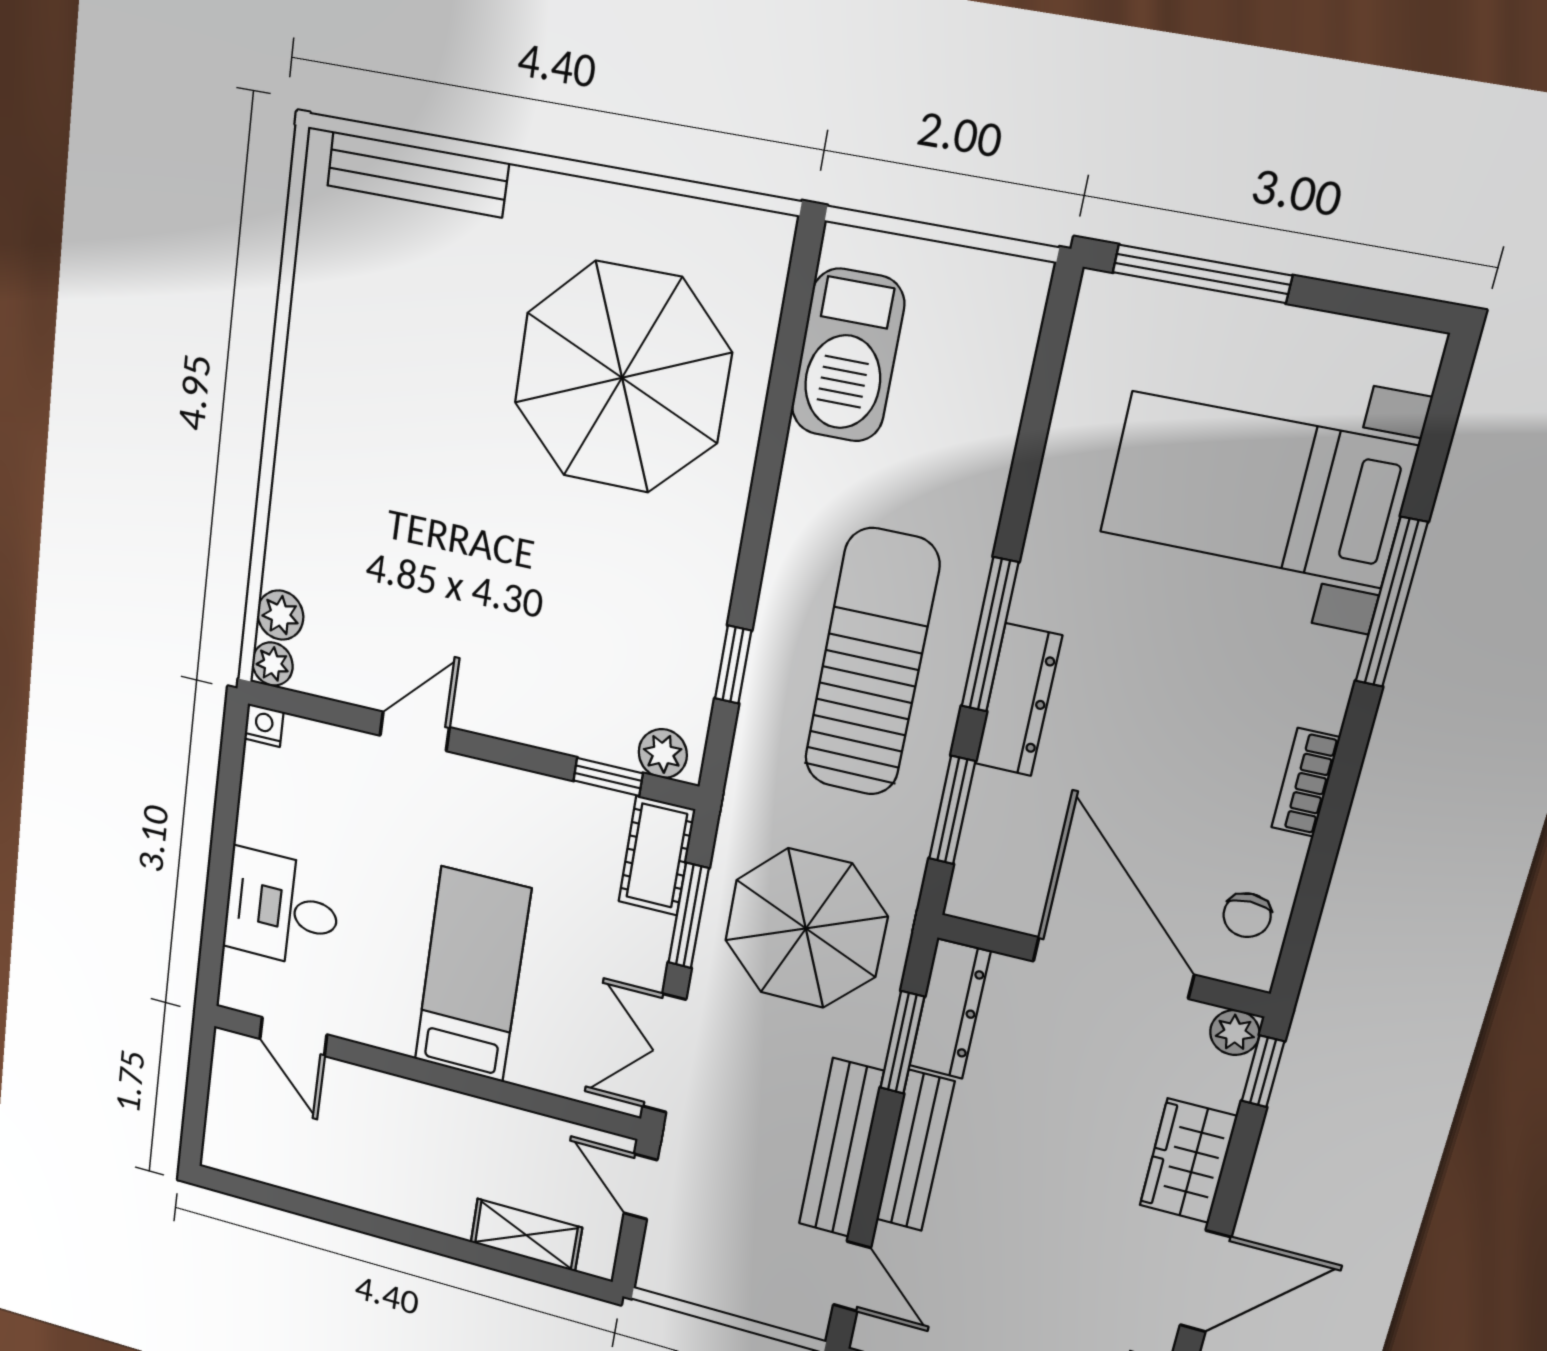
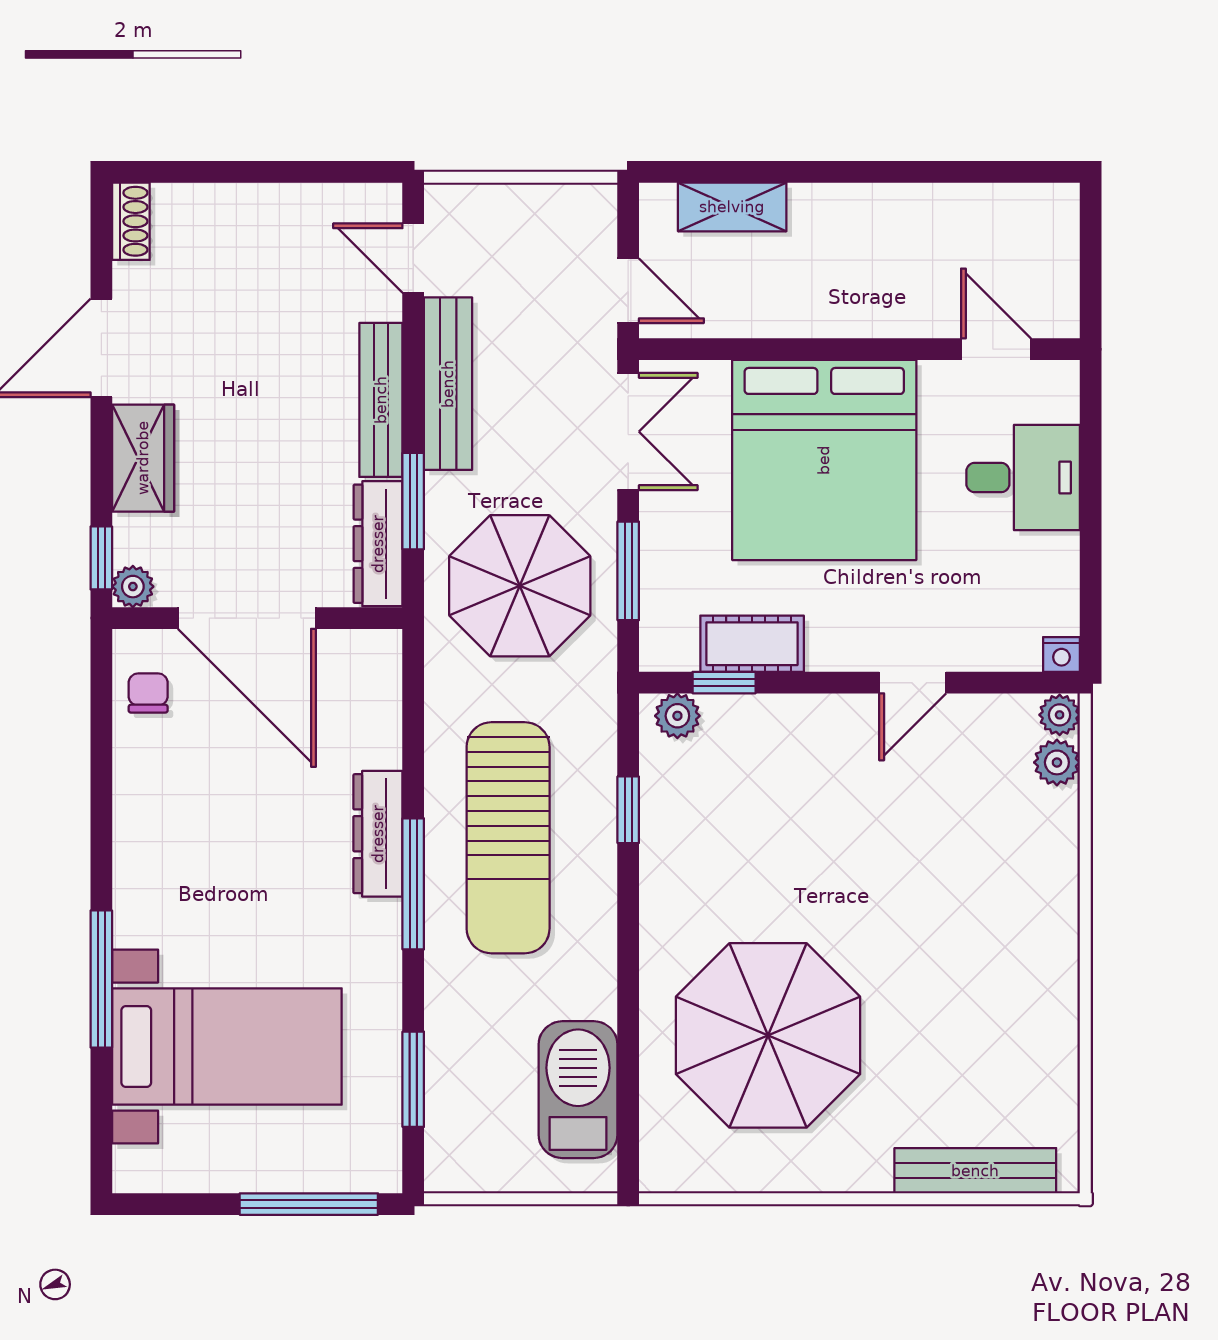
bookcase: (1306, 783) -> (130, 818), removed
window: (952, 810) -> (413, 1079), moved
cot: (657, 856) -> (752, 644), moved, turned 90
bed: (472, 975) -> (824, 460), width x2.04

